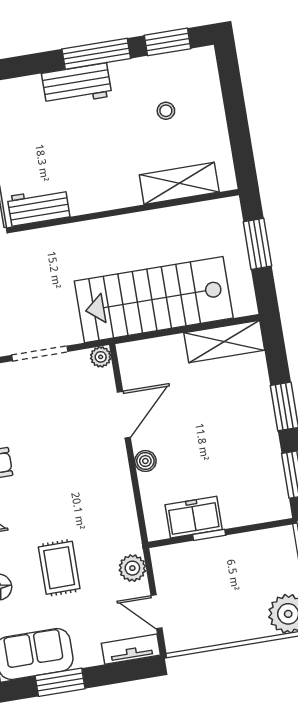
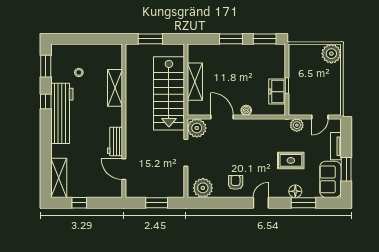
window: (96, 54) -> (46, 101), width x0.46
workbench: (77, 85) -> (62, 113), width x1.88, depth x1.32
shelving: (179, 183) -> (115, 88), moved
shelving: (224, 342) -> (195, 82), moved
plant: (101, 357) -> (197, 128), width x1.87, depth x1.87
tv unit: (131, 649) -> (336, 146), moved

